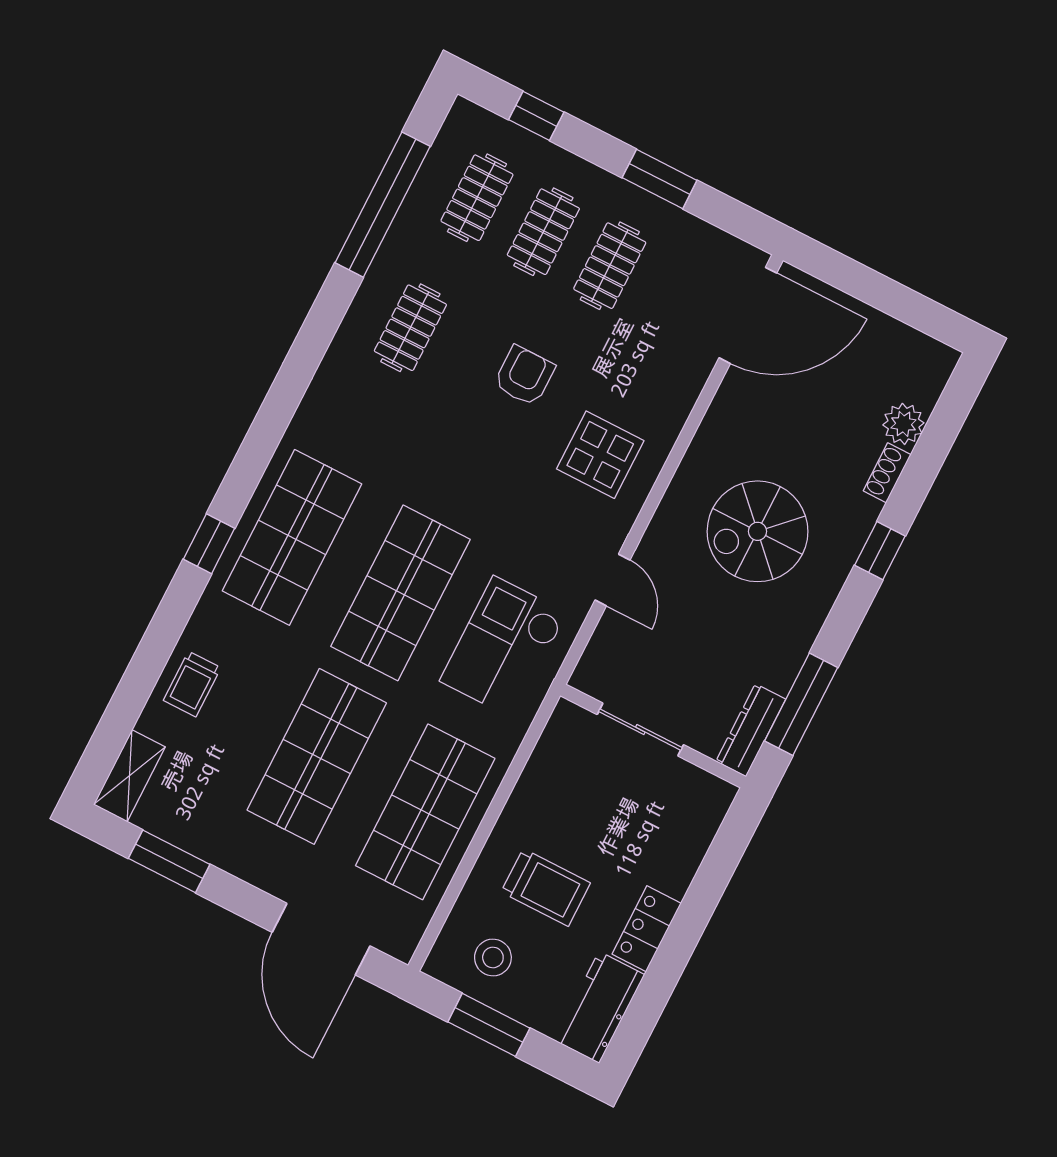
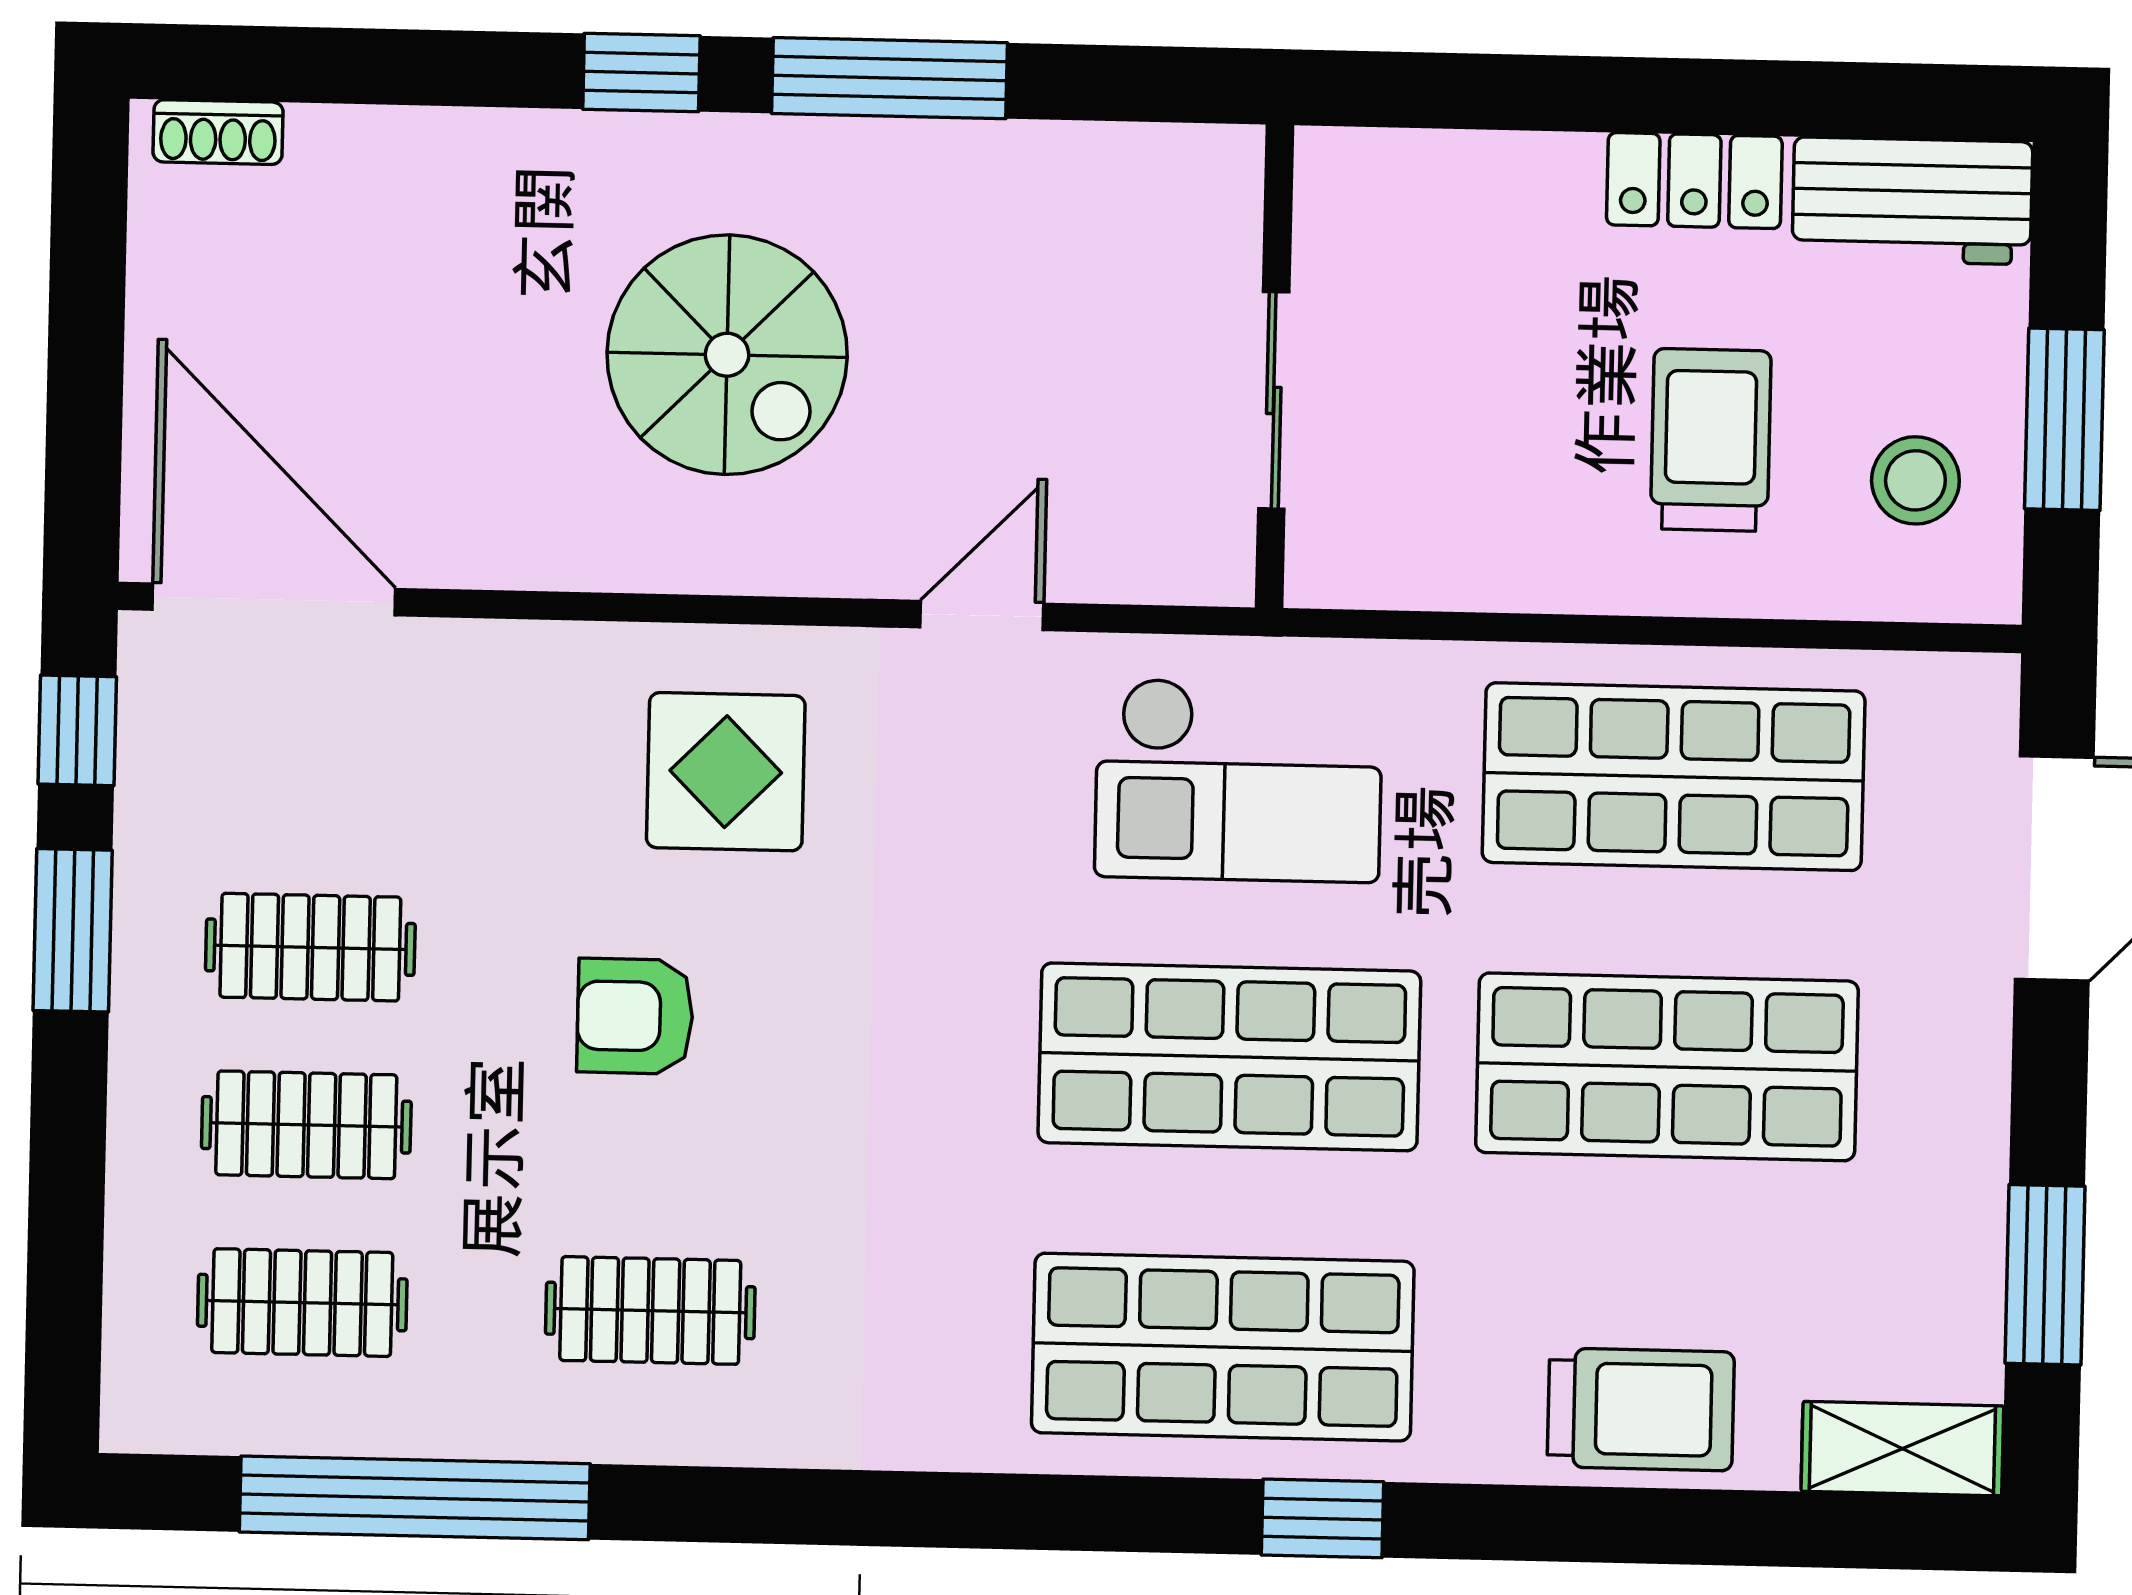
window: (536, 116) -> (77, 730), moved
plant: (903, 424) -> (345, 153), removed
shoe rack: (887, 473) -> (218, 132), moved
trolley: (192, 684) -> (1641, 1409), width x1.36, depth x1.39
window: (801, 704) -> (889, 78), moved
dresser: (751, 730) -> (1161, 163), removed

